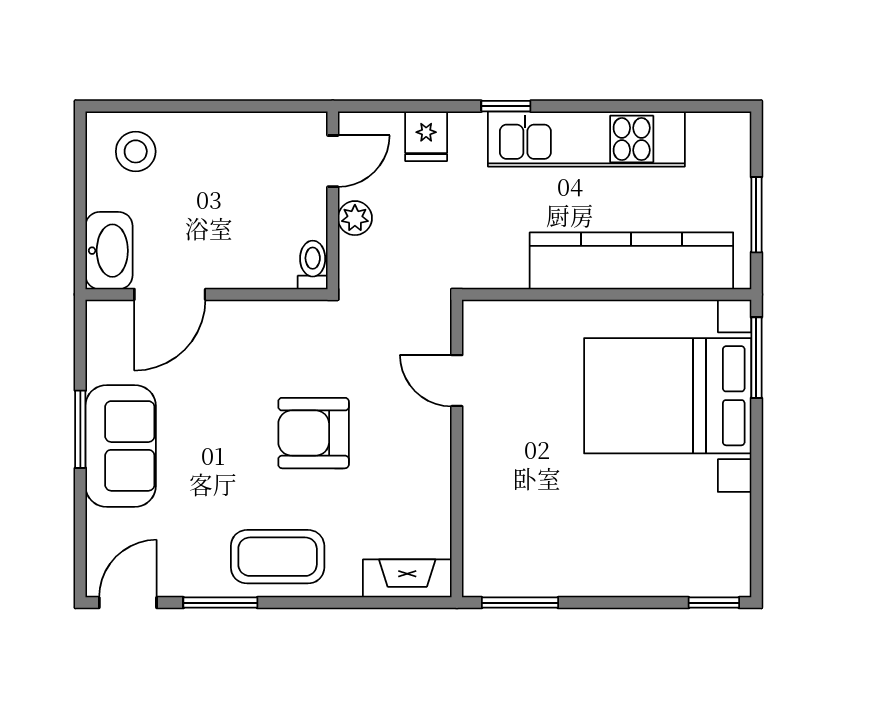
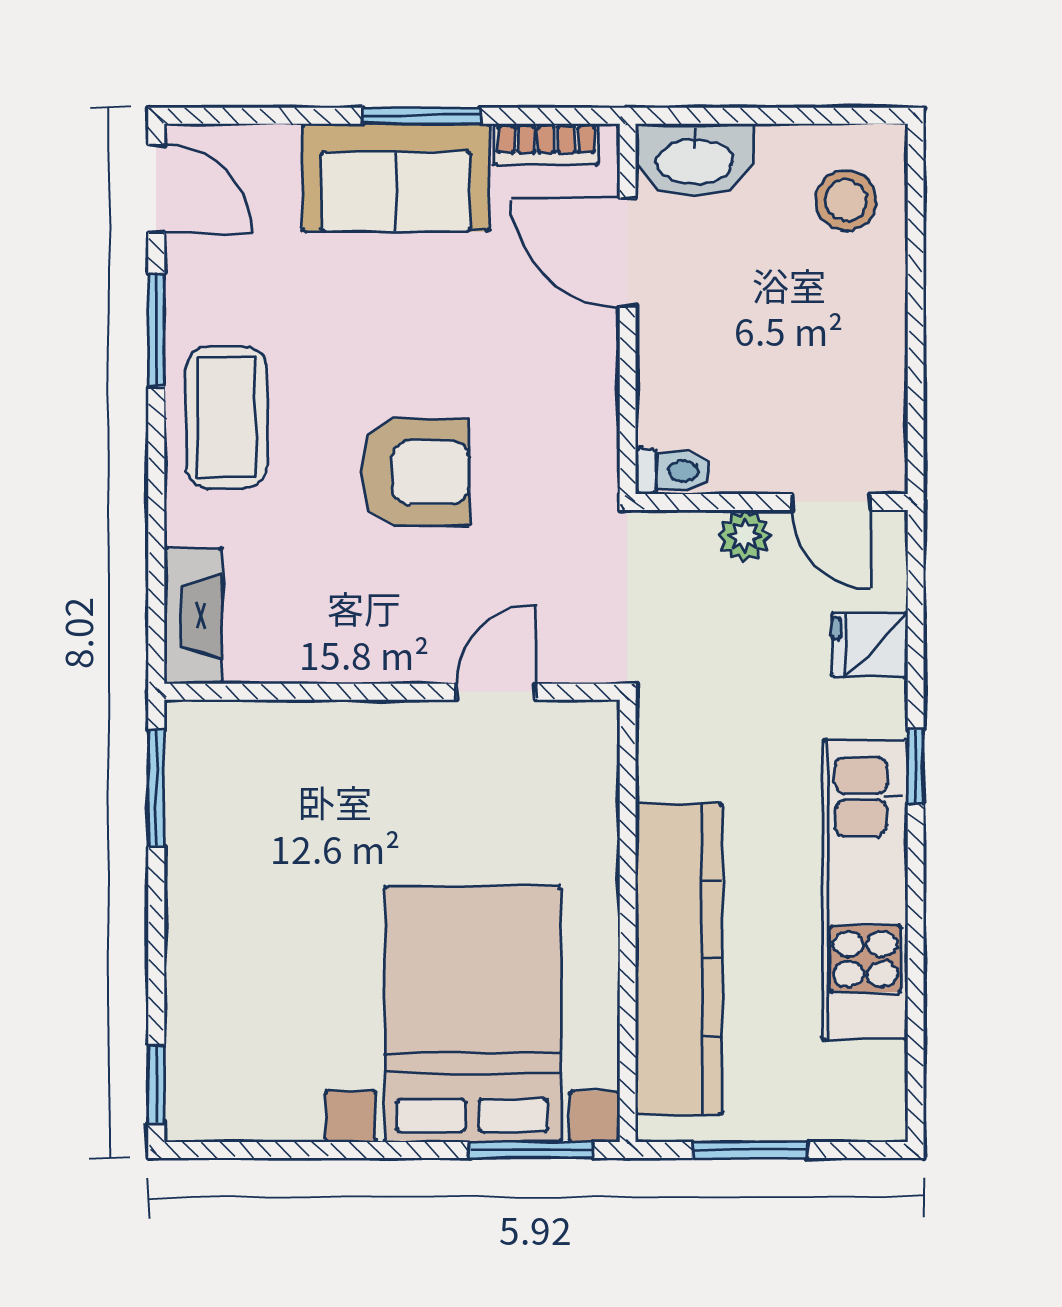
bookcase: (99, 348) -> (546, 144), added
armchair: (314, 433) -> (416, 473), turned 90

